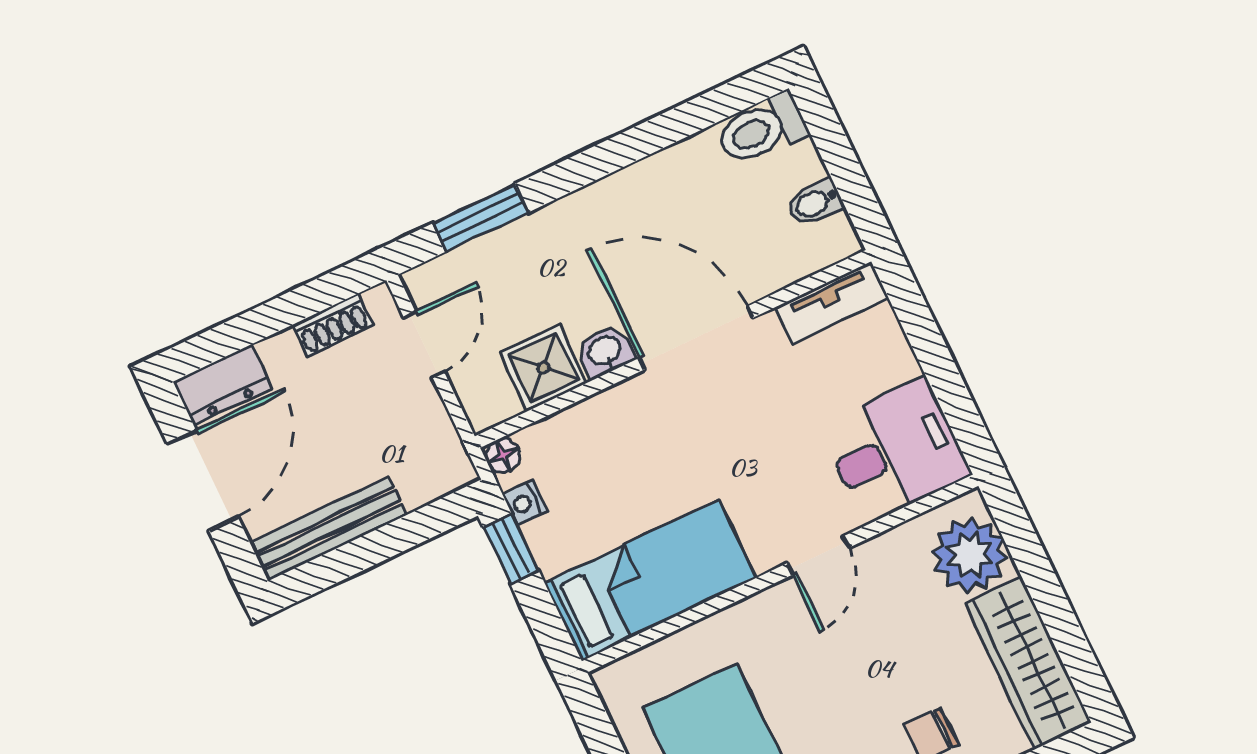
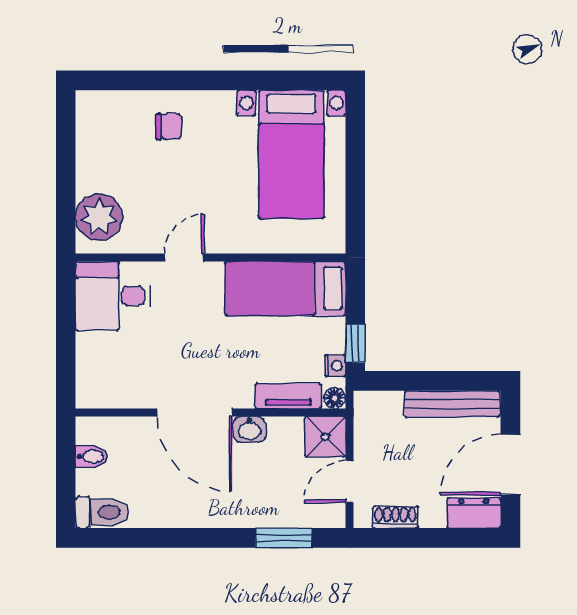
tv unit: (832, 302) -> (288, 396), moved
shower: (543, 368) -> (325, 437), moved
wardrobe: (1028, 663) -> (95, 141), removed

